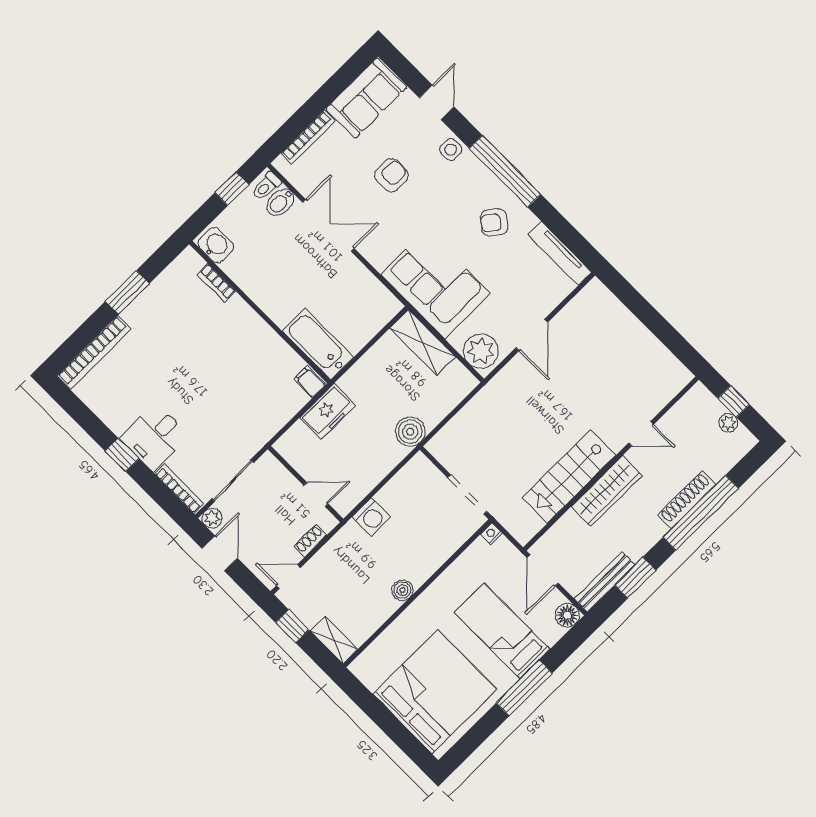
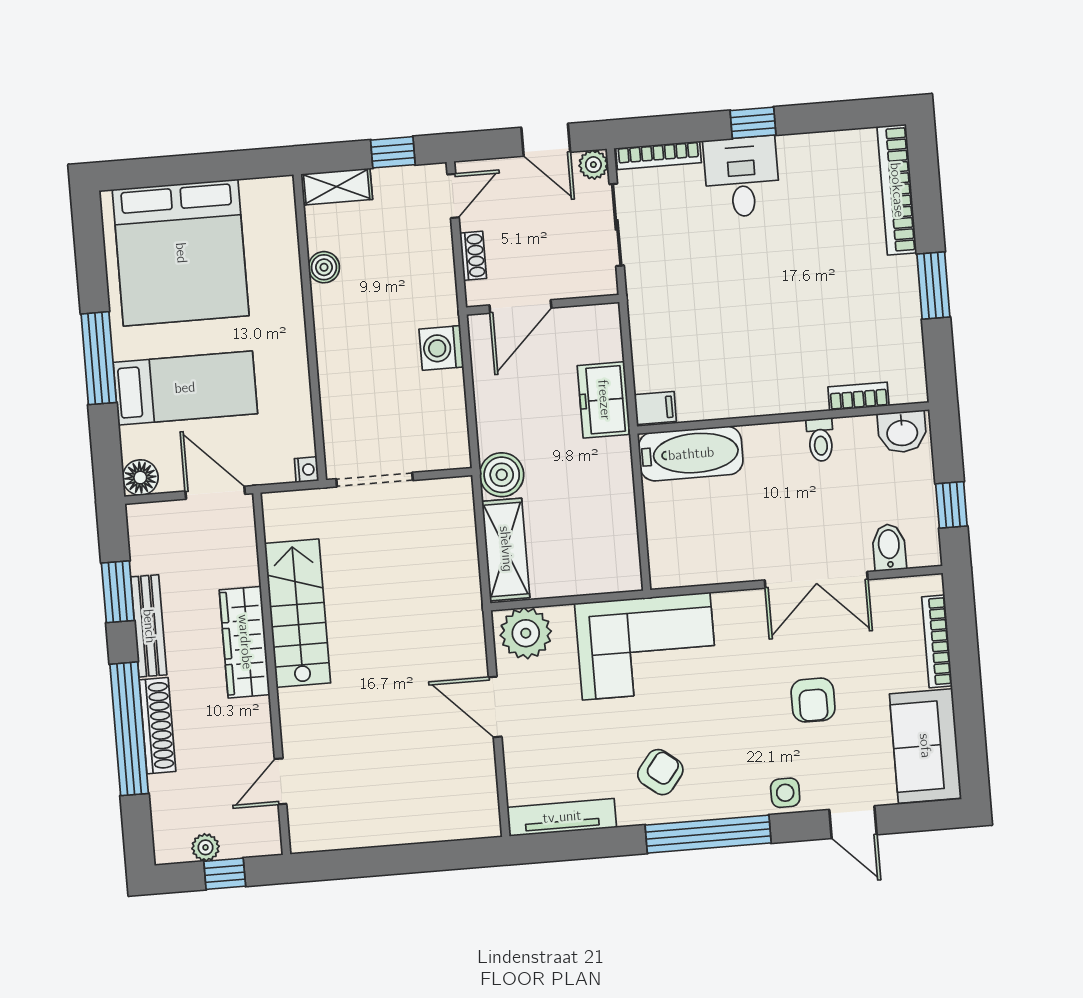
toilet: (266, 186) -> (820, 440), moved, turned 180
shelving: (423, 342) -> (506, 549), moved, turned 90
door: (641, 434) -> (281, 781), moved
door: (316, 495) -> (520, 306), width x1.38
bench: (605, 582) -> (149, 626), moved
boiler: (402, 590) -> (324, 267), moved

